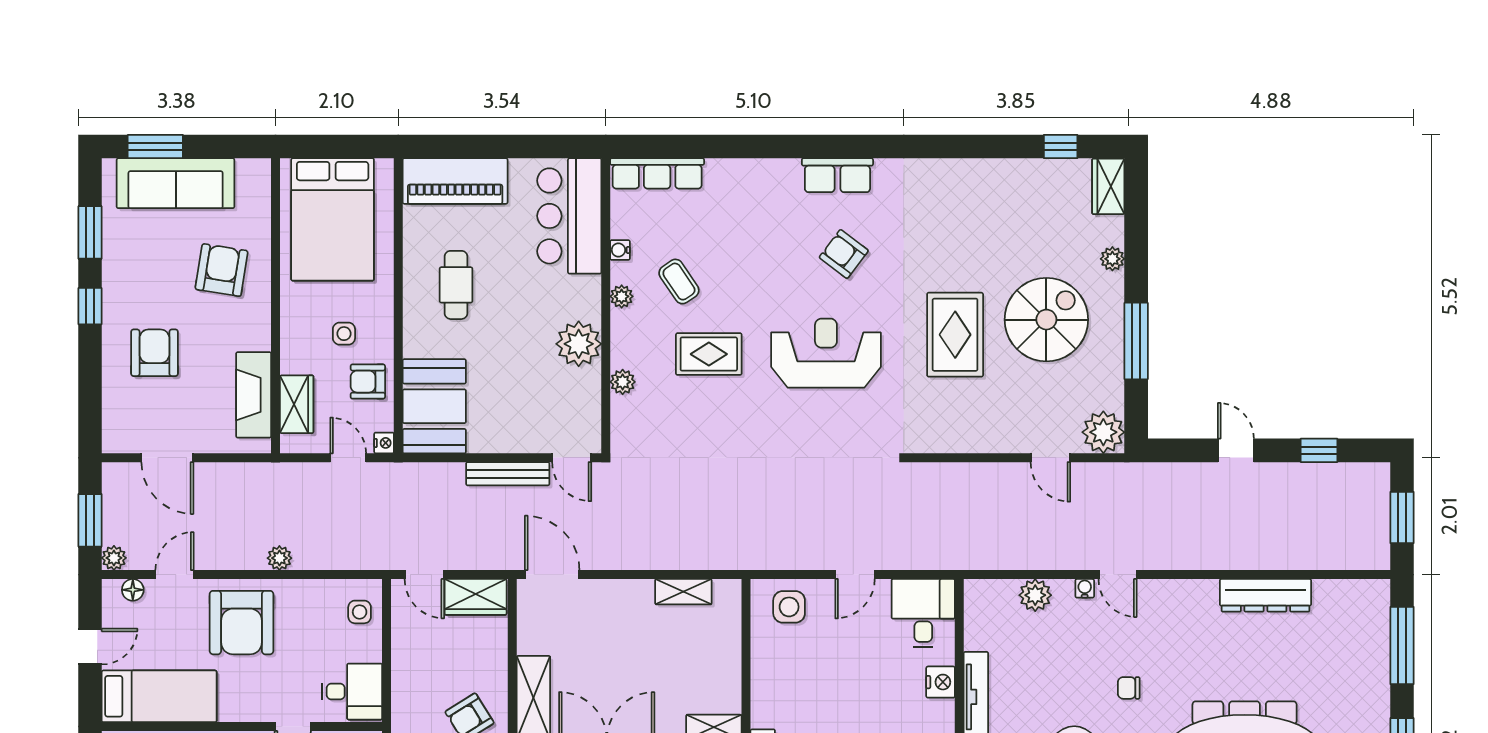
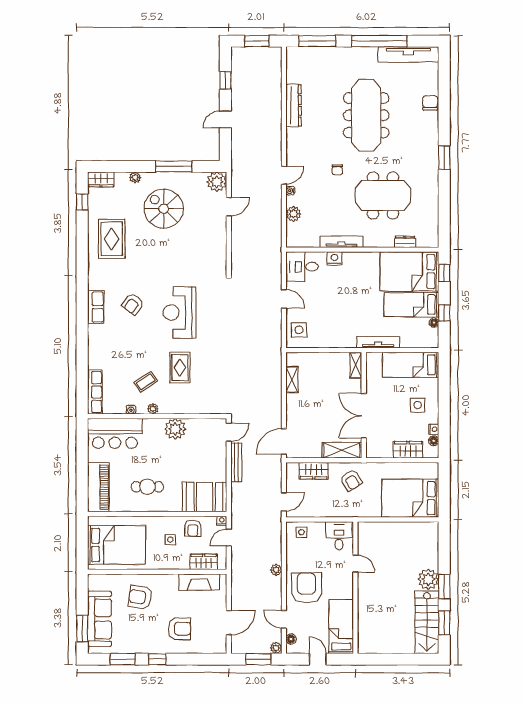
rug: (955, 335) -> (112, 239), moved, turned 90
armchair: (154, 353) -> (179, 629), turned 180
plant: (623, 382) -> (193, 408), removed
wardrobe: (476, 597) -> (314, 471), moved, turned 90
armchair: (241, 623) -> (306, 588), turned -90

